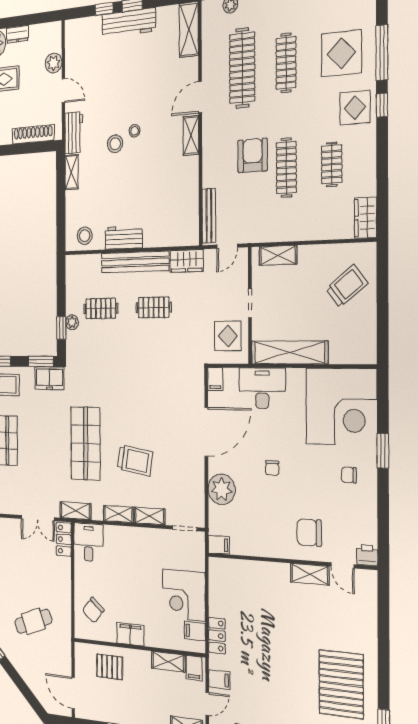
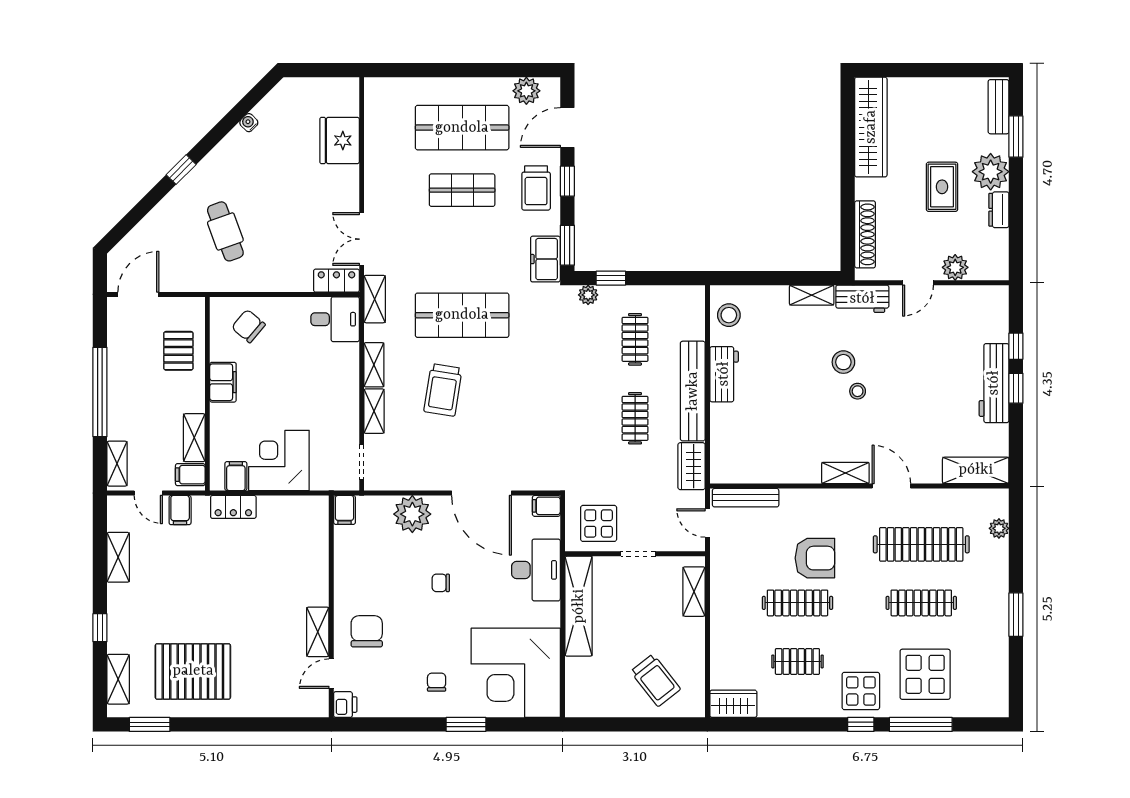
plant: (72, 322) -> (588, 295), moved

